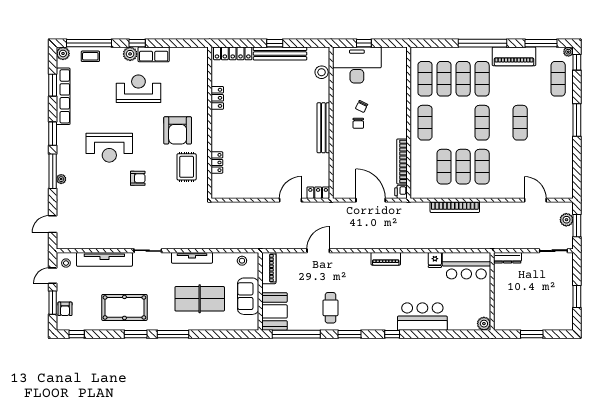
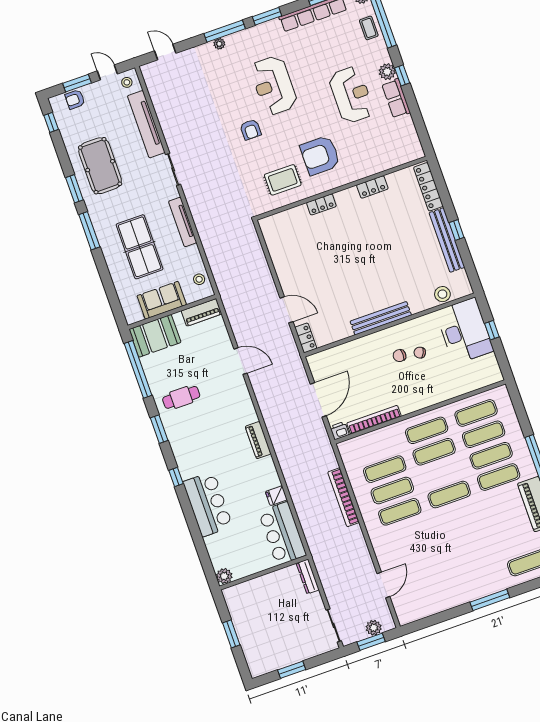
exercise mat: (520, 123) -> (434, 452), moved
locker: (217, 162) -> (321, 204), moved

